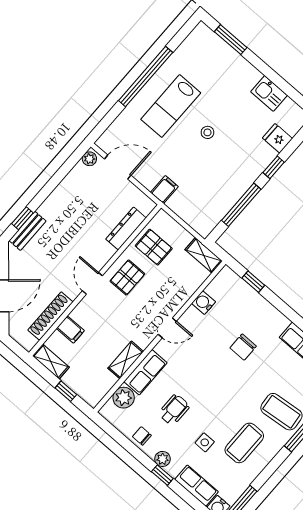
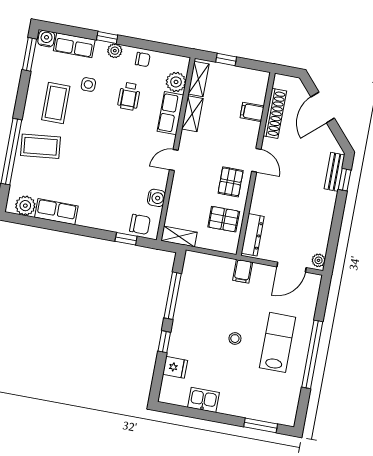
dresser: (126, 229) -> (253, 235), moved
chair: (243, 347) -> (140, 224), moved, turned 90
shelving: (51, 361) -> (199, 79), moved, turned 90

